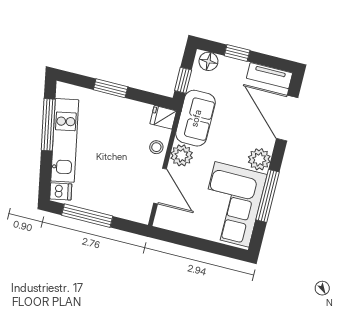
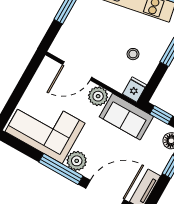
stool: (156, 147) -> (133, 54), moved
window: (268, 196) -> (61, 169), moved

